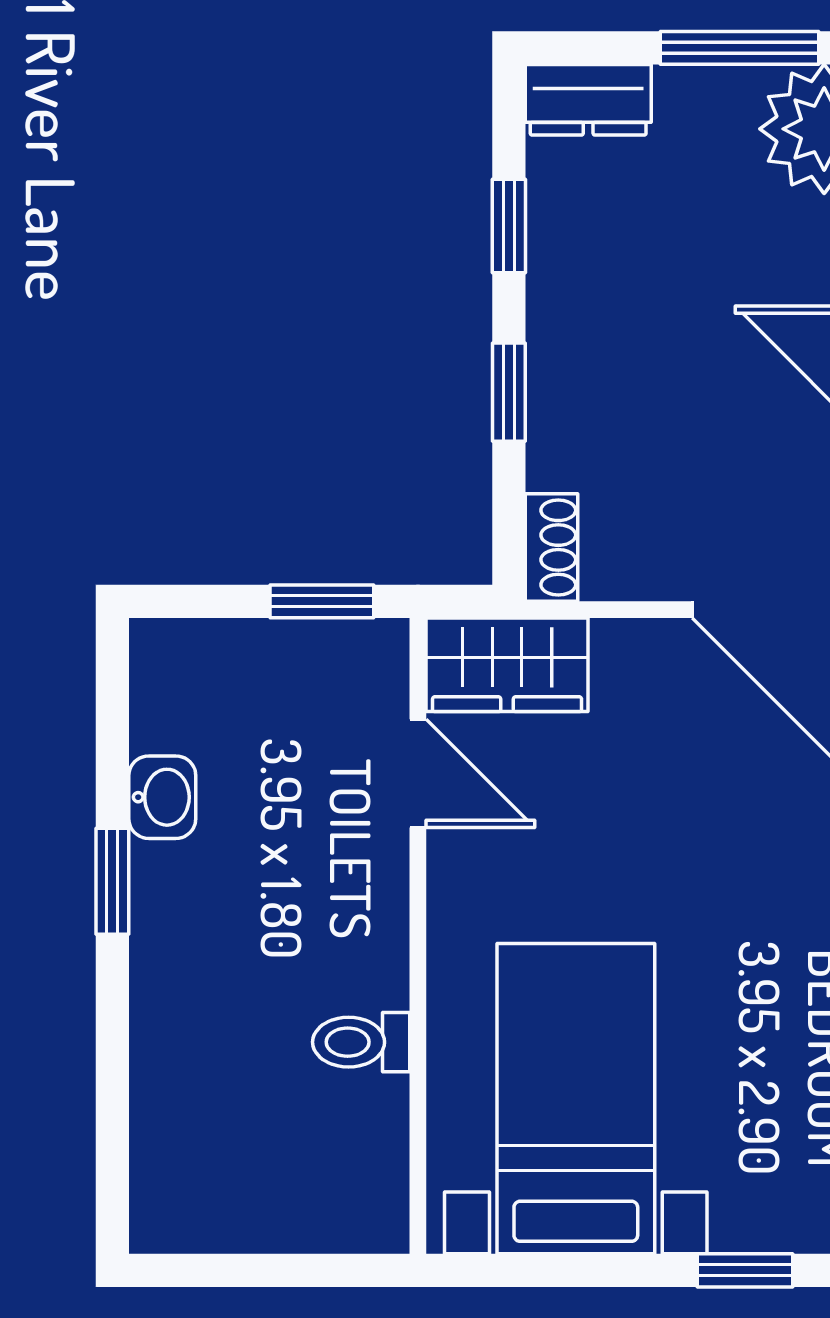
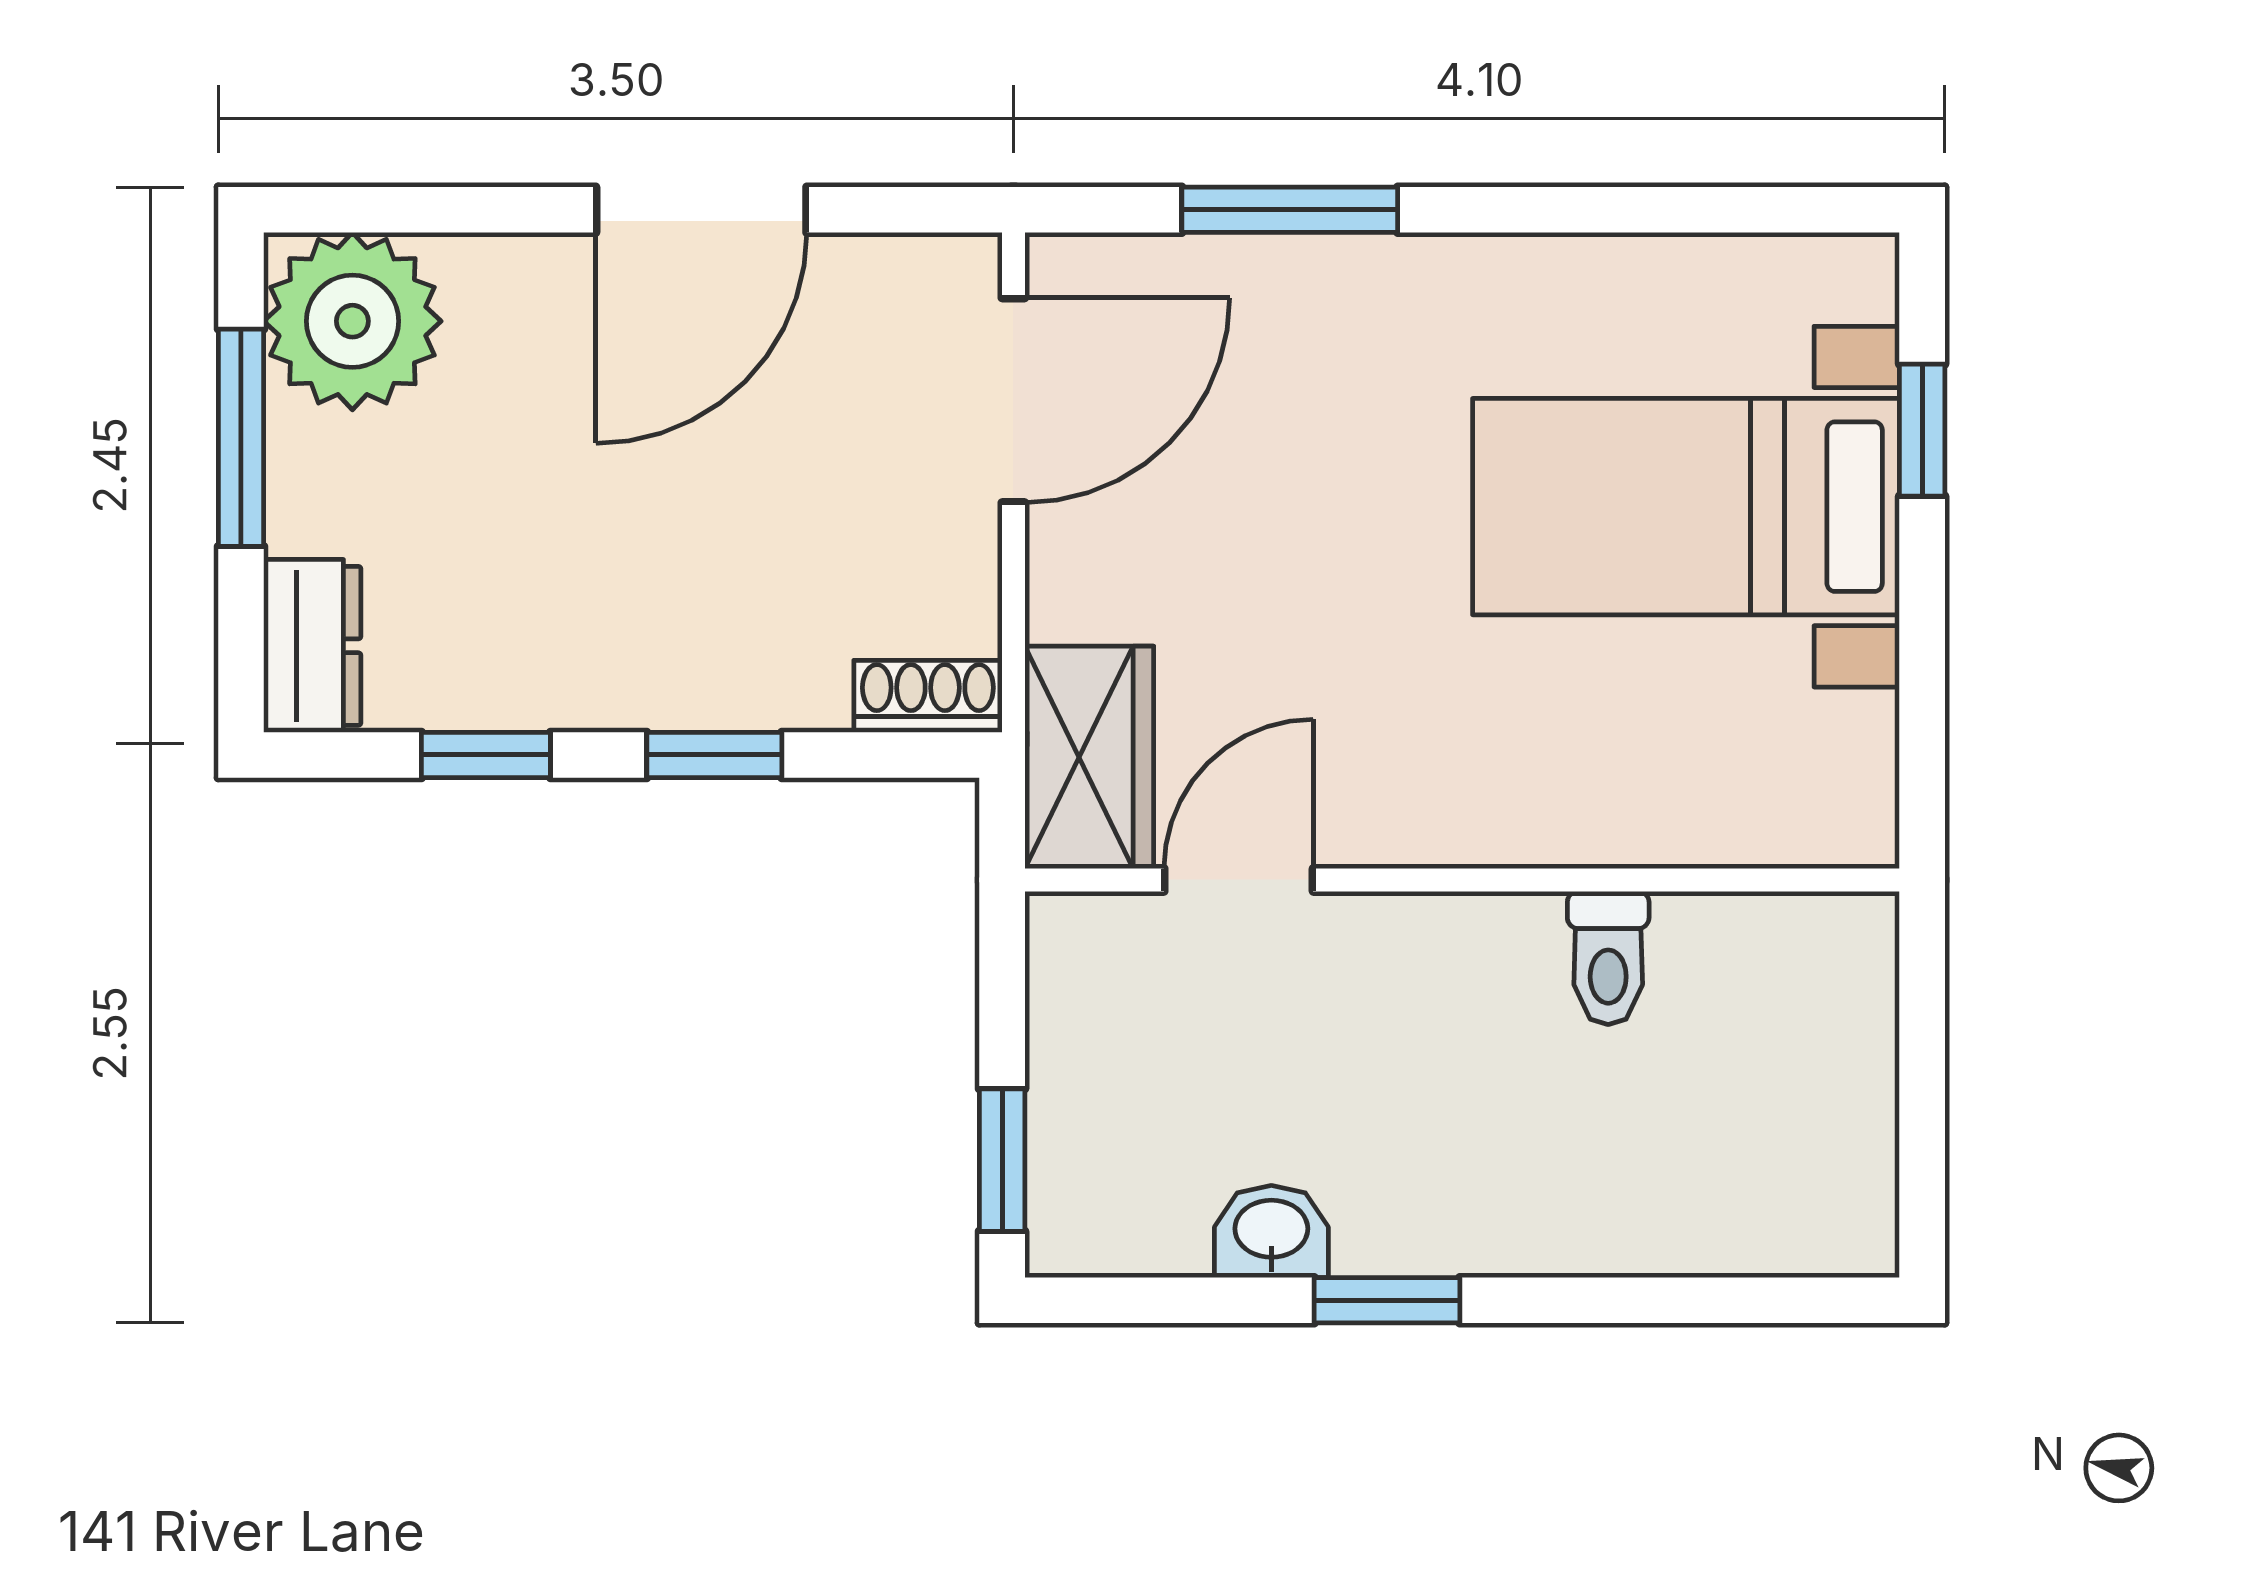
window: (322, 601) -> (1002, 1160), moved
bed with nightstands: (576, 1099) -> (1686, 507), moved

